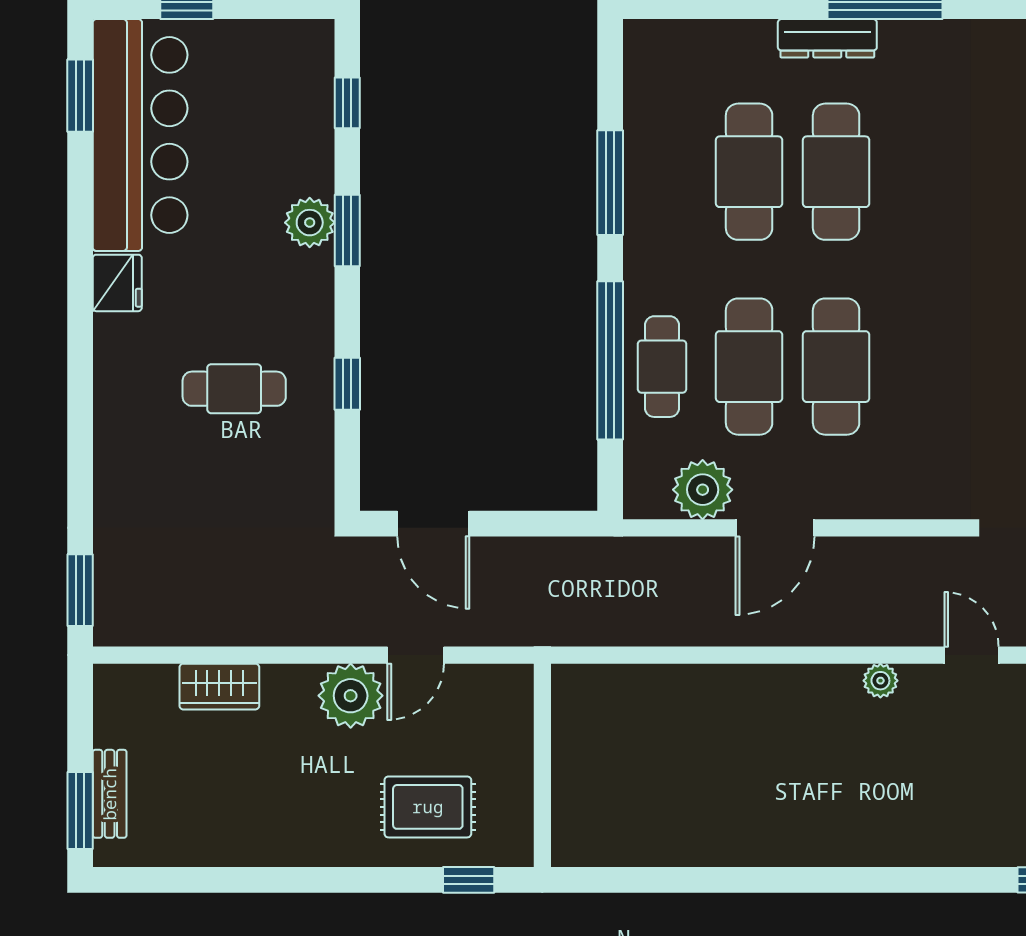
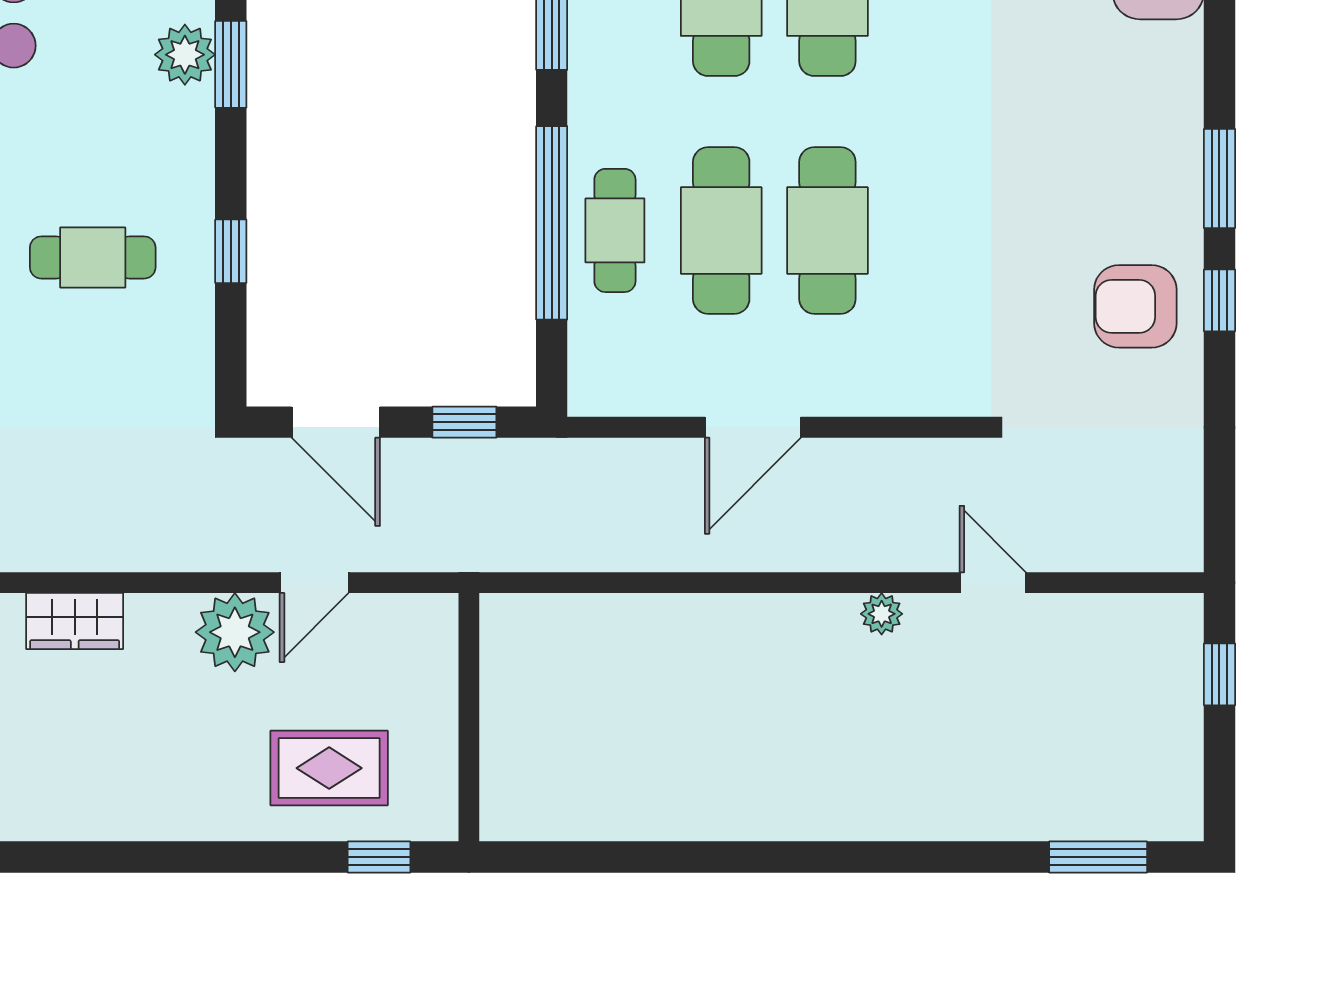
plant: (703, 490) -> (664, 381), removed
window: (539, 524) -> (464, 422), added

